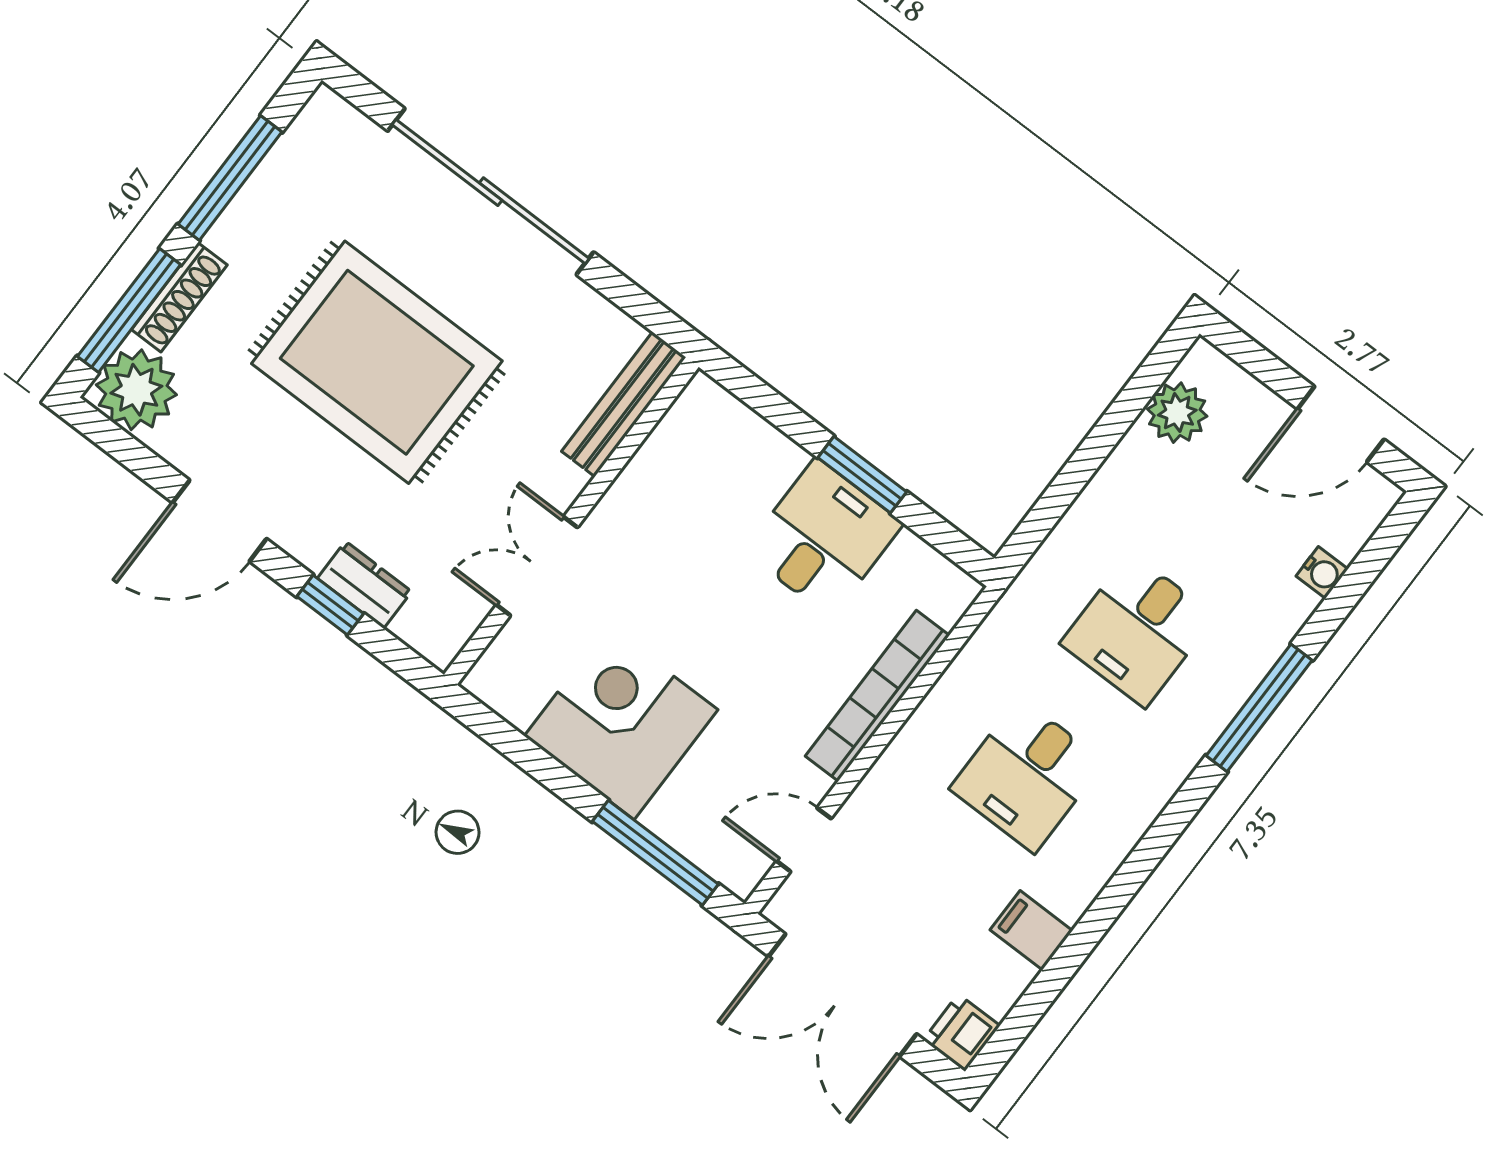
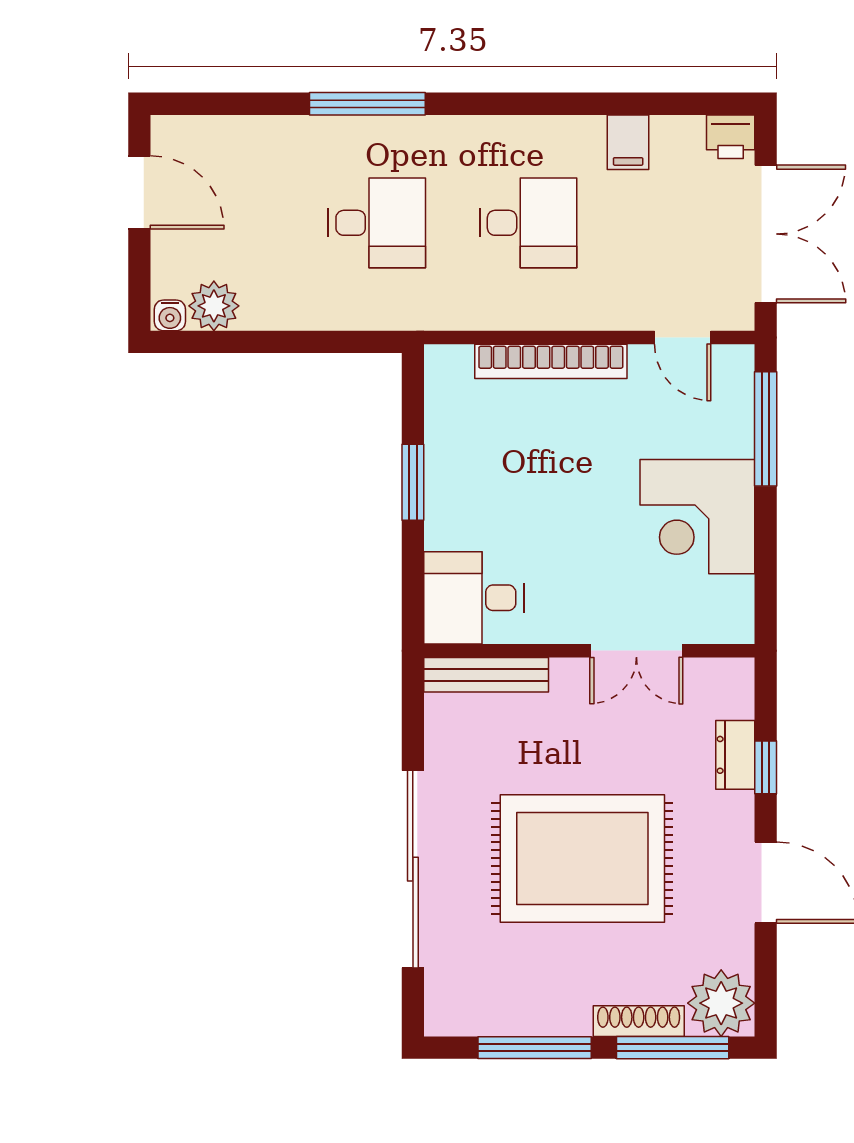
rug: (377, 362) -> (582, 858), turned 90
desk: (823, 538) -> (474, 598), moved
water cooler: (1322, 573) -> (170, 315), moved, turned 180

